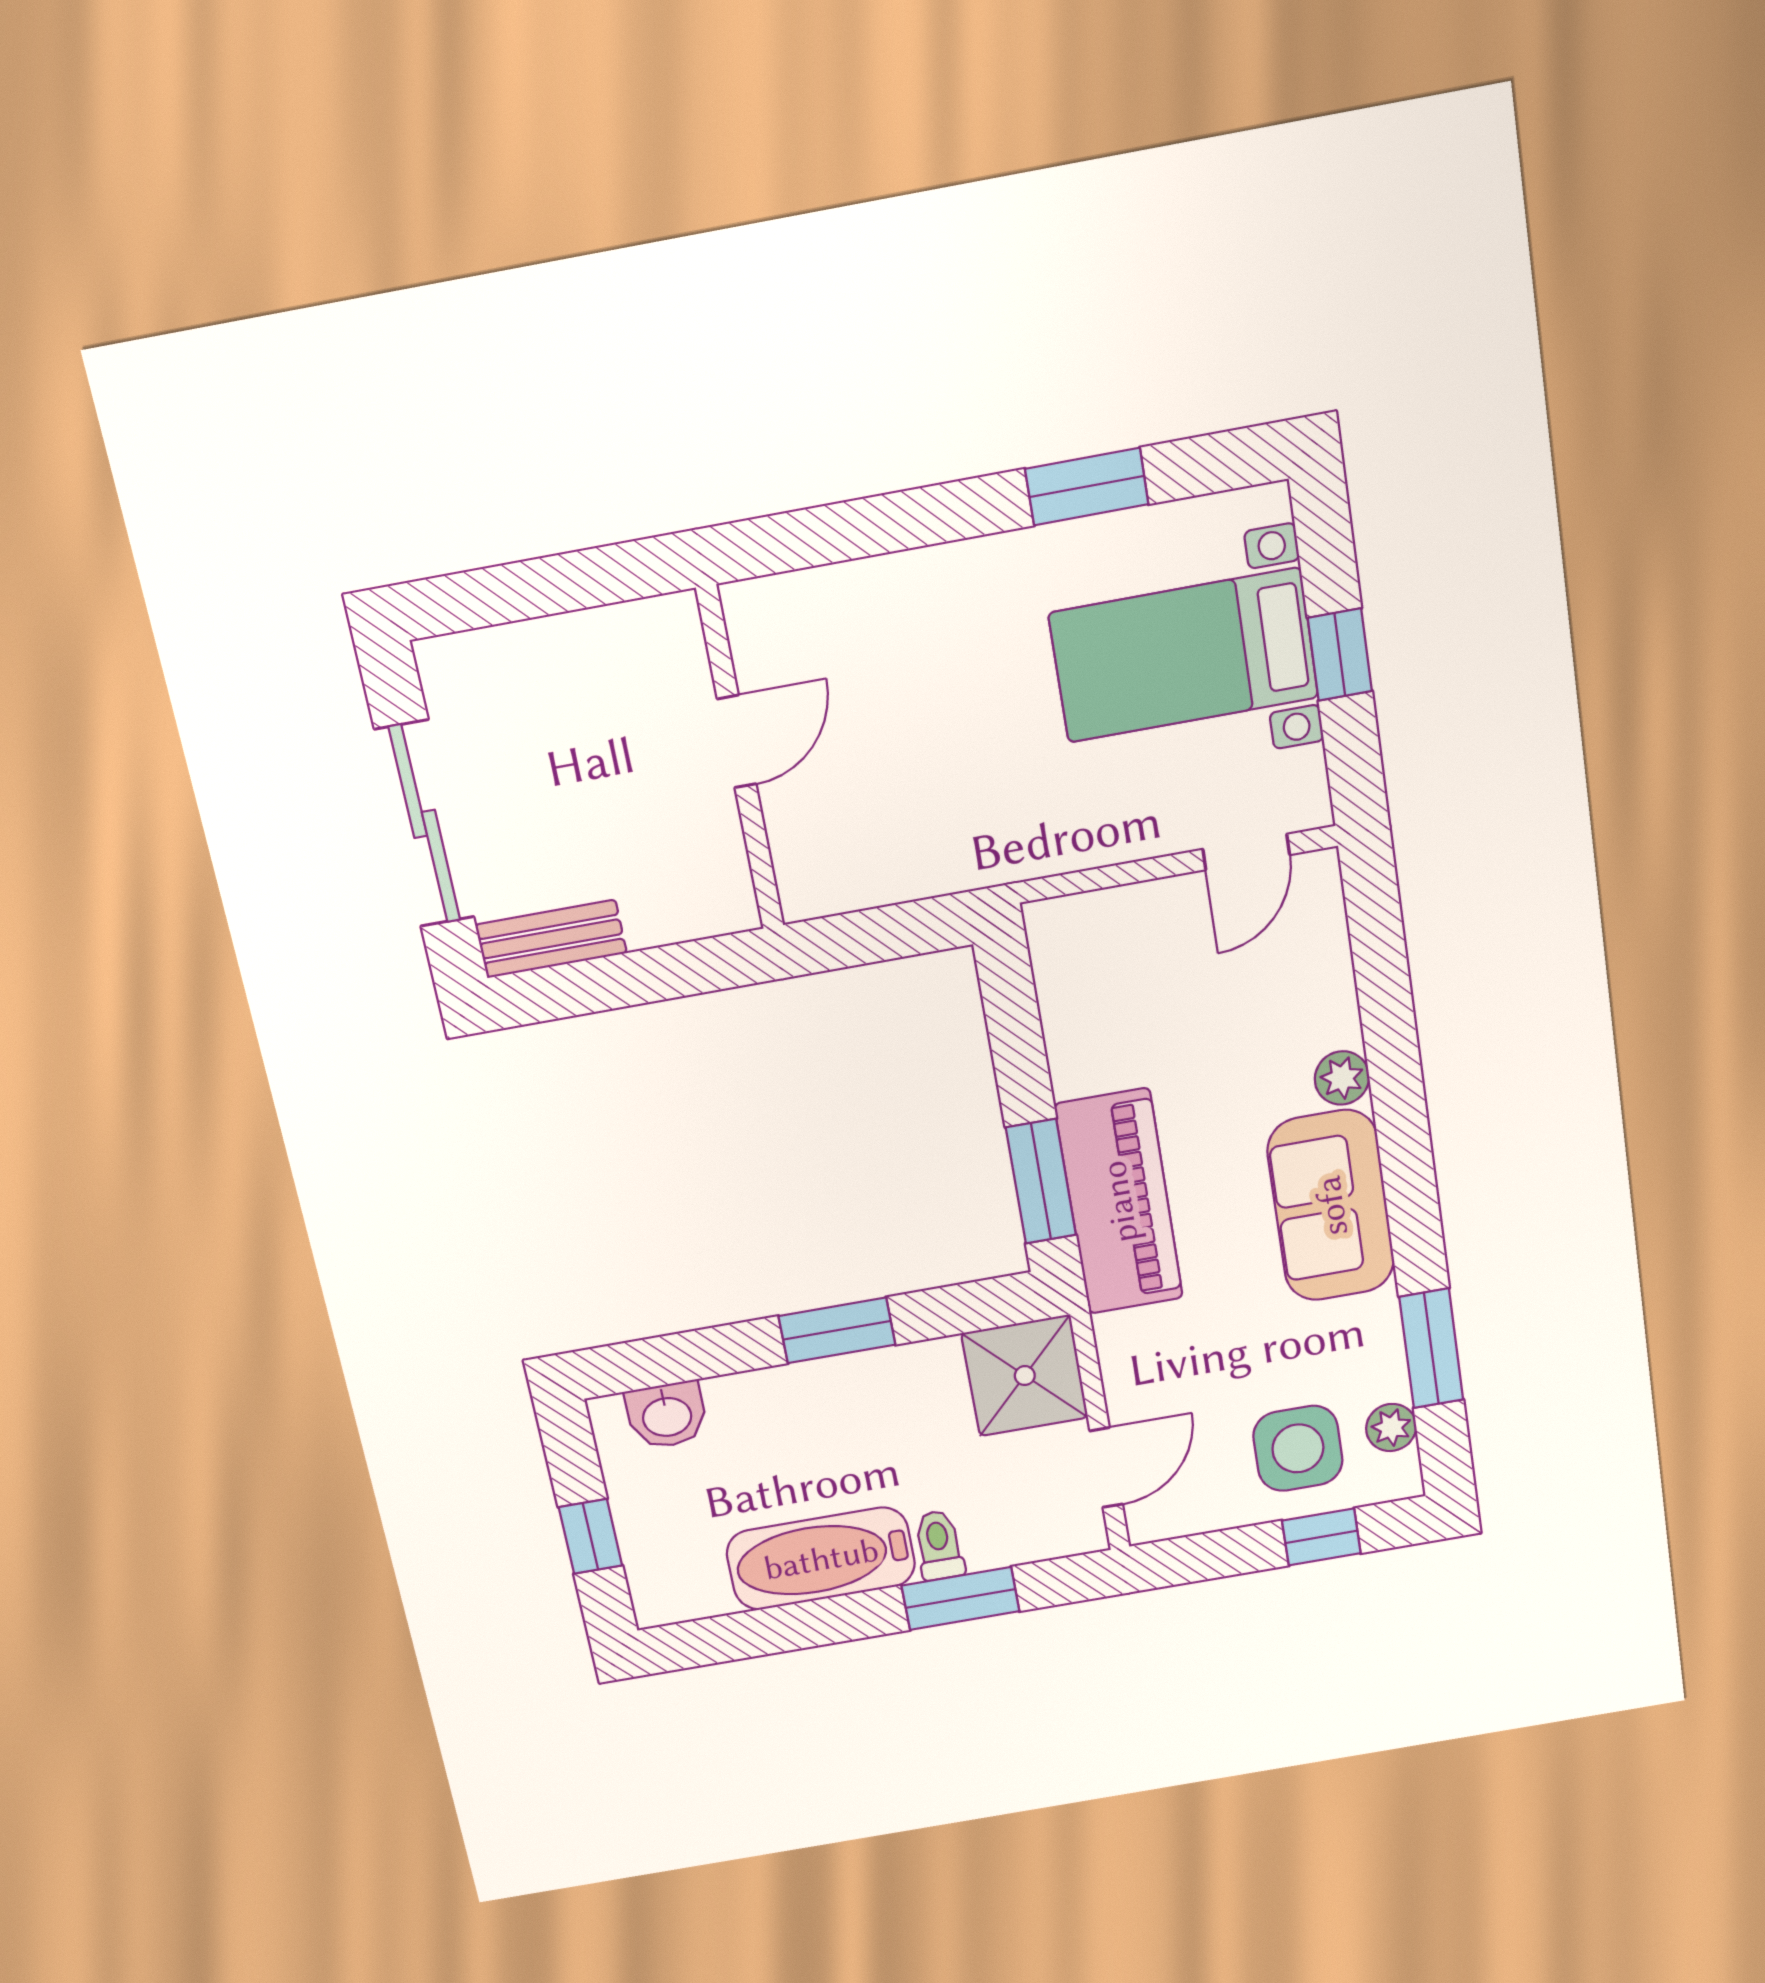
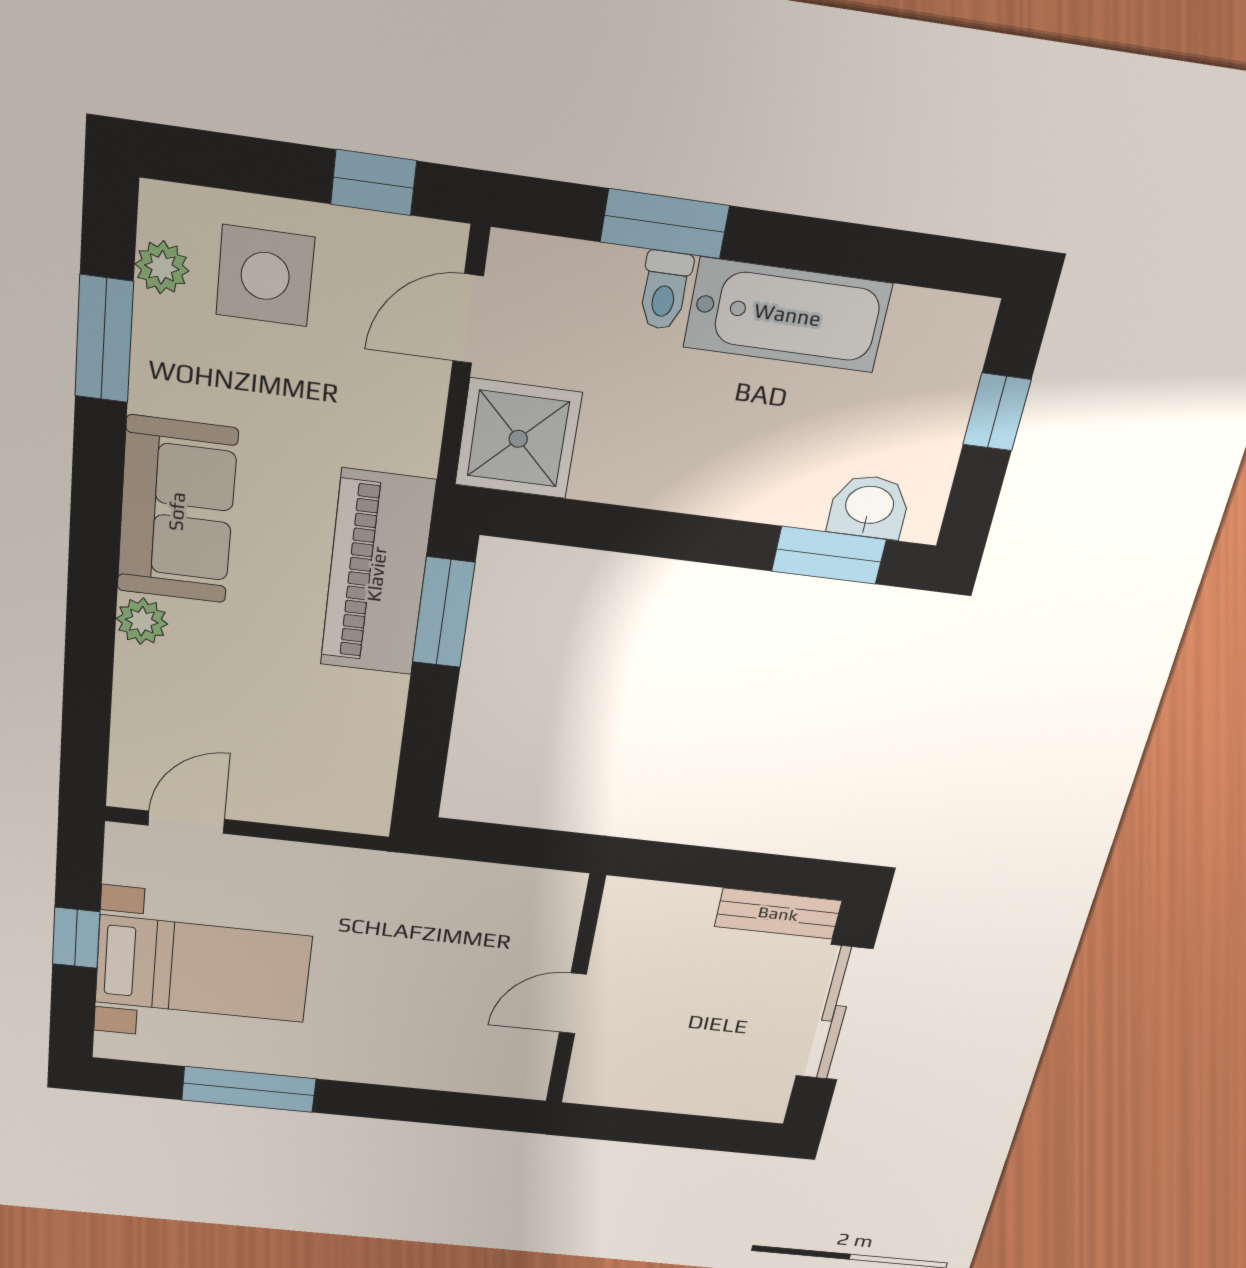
window: (1087, 487) -> (249, 1089), width x1.44
window: (837, 1330) -> (829, 555), moved
window: (1321, 1537) -> (374, 183), moved

